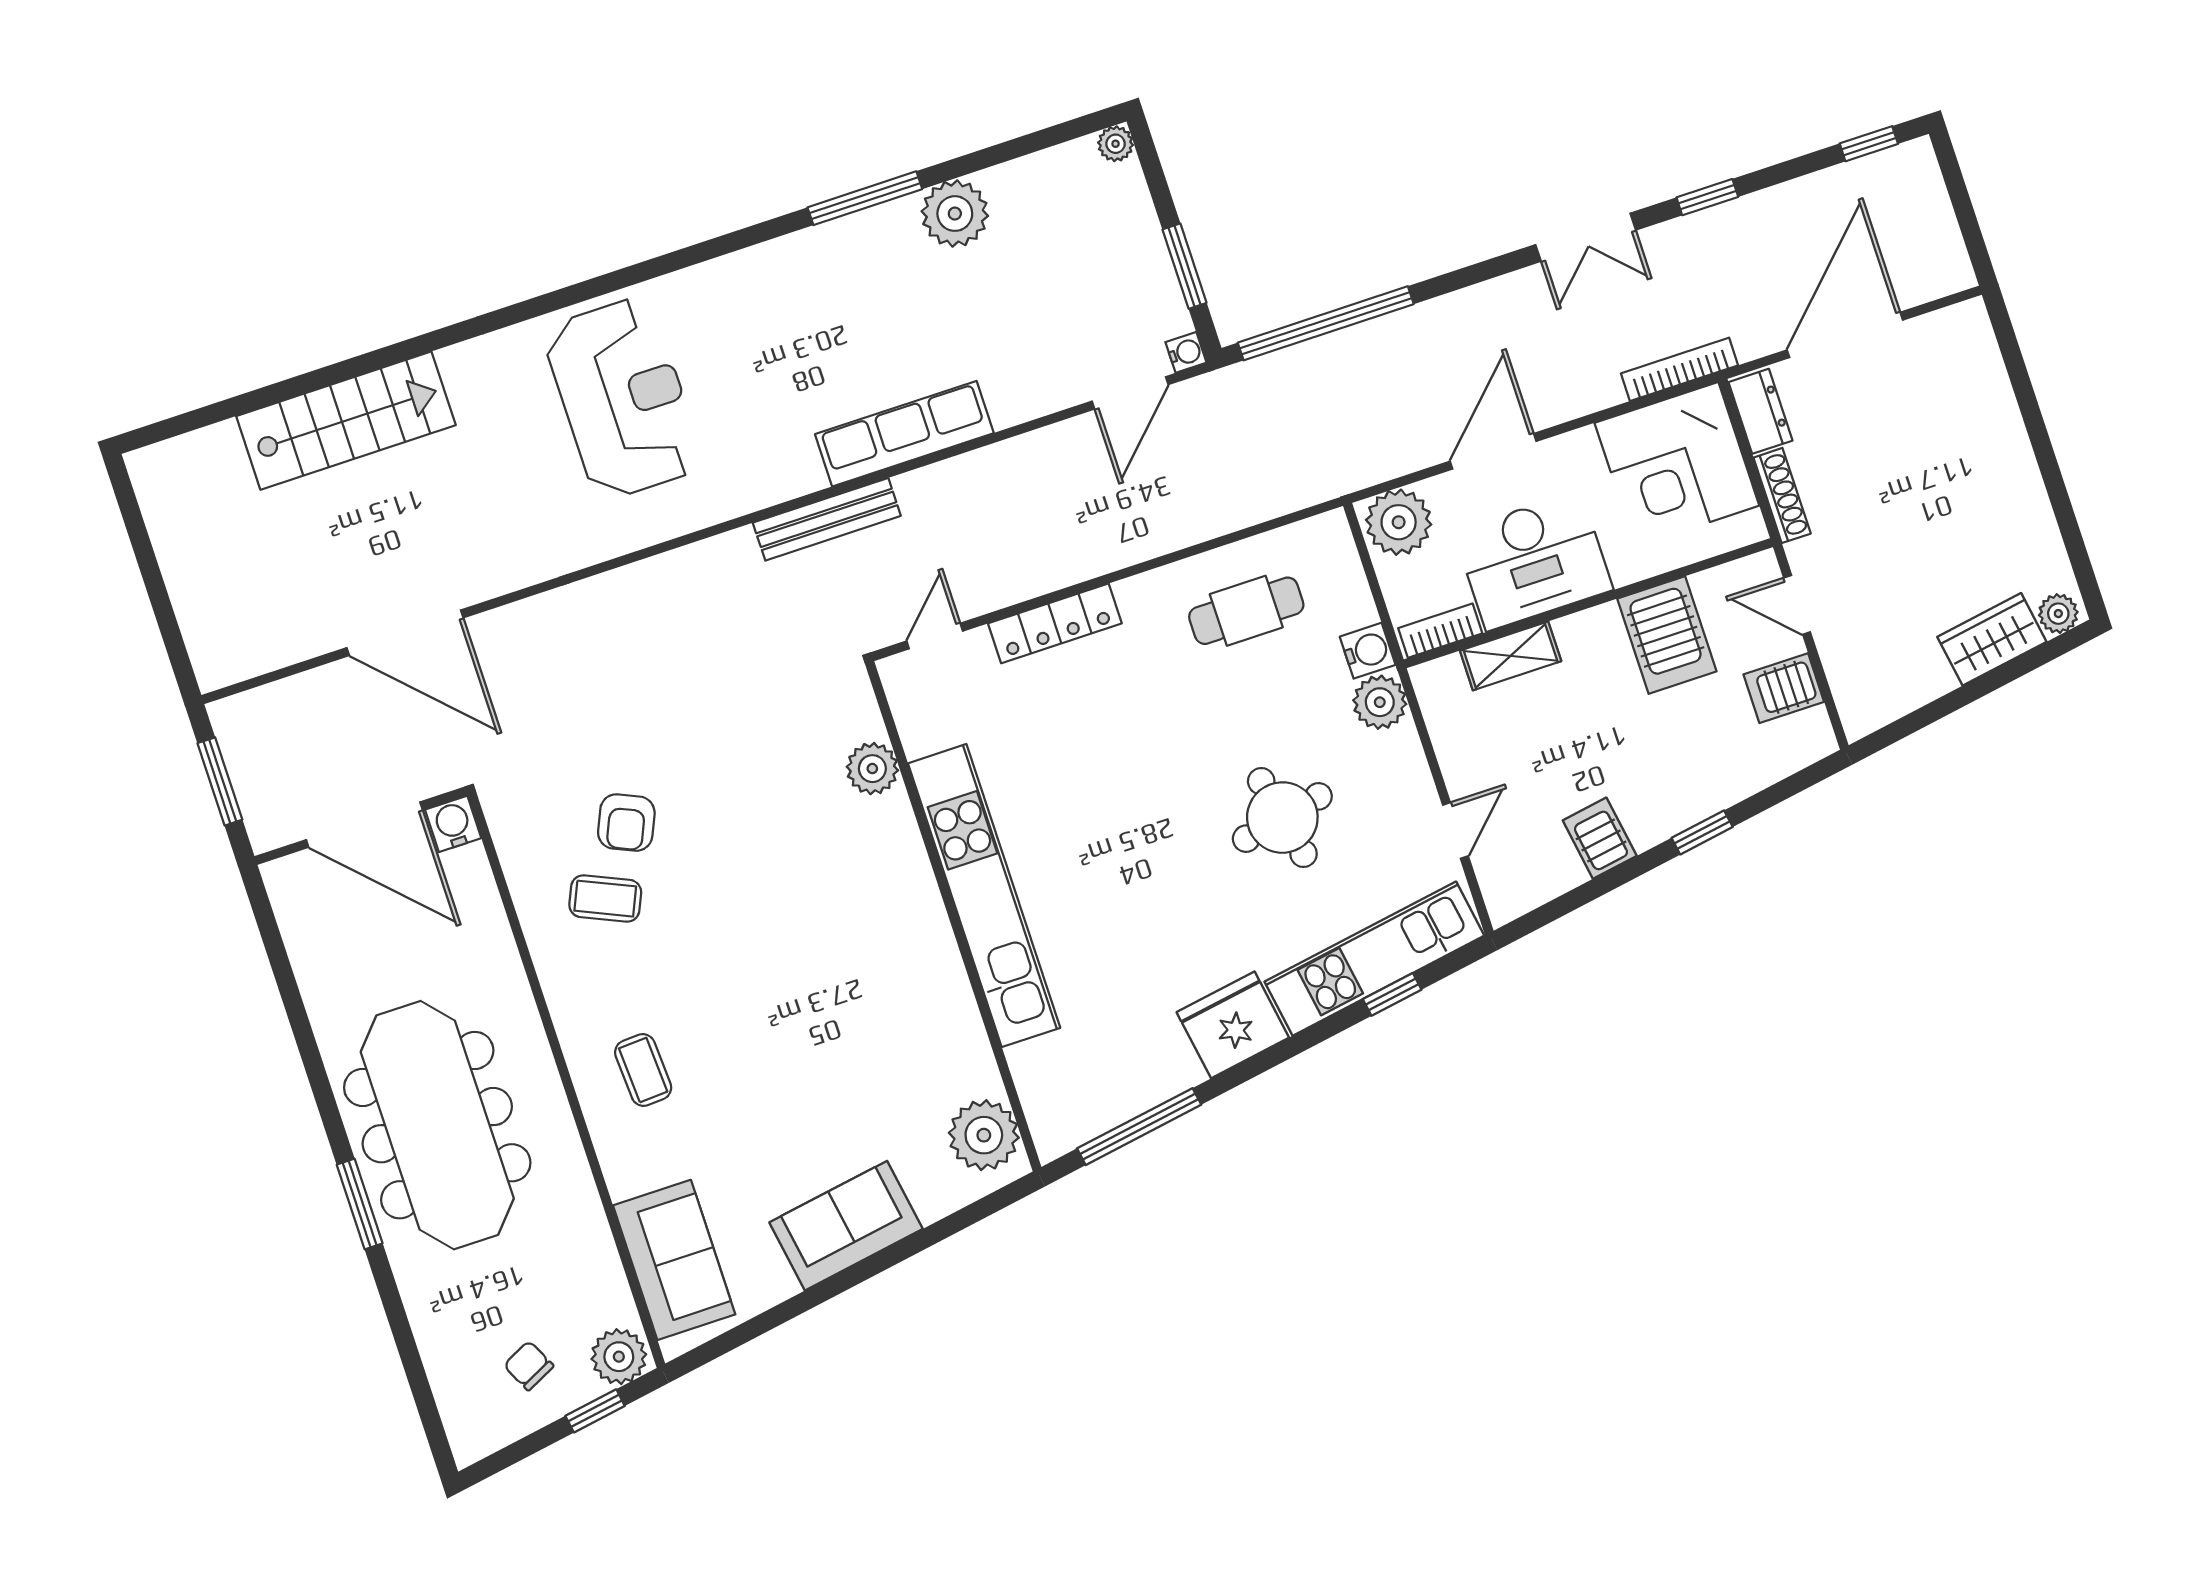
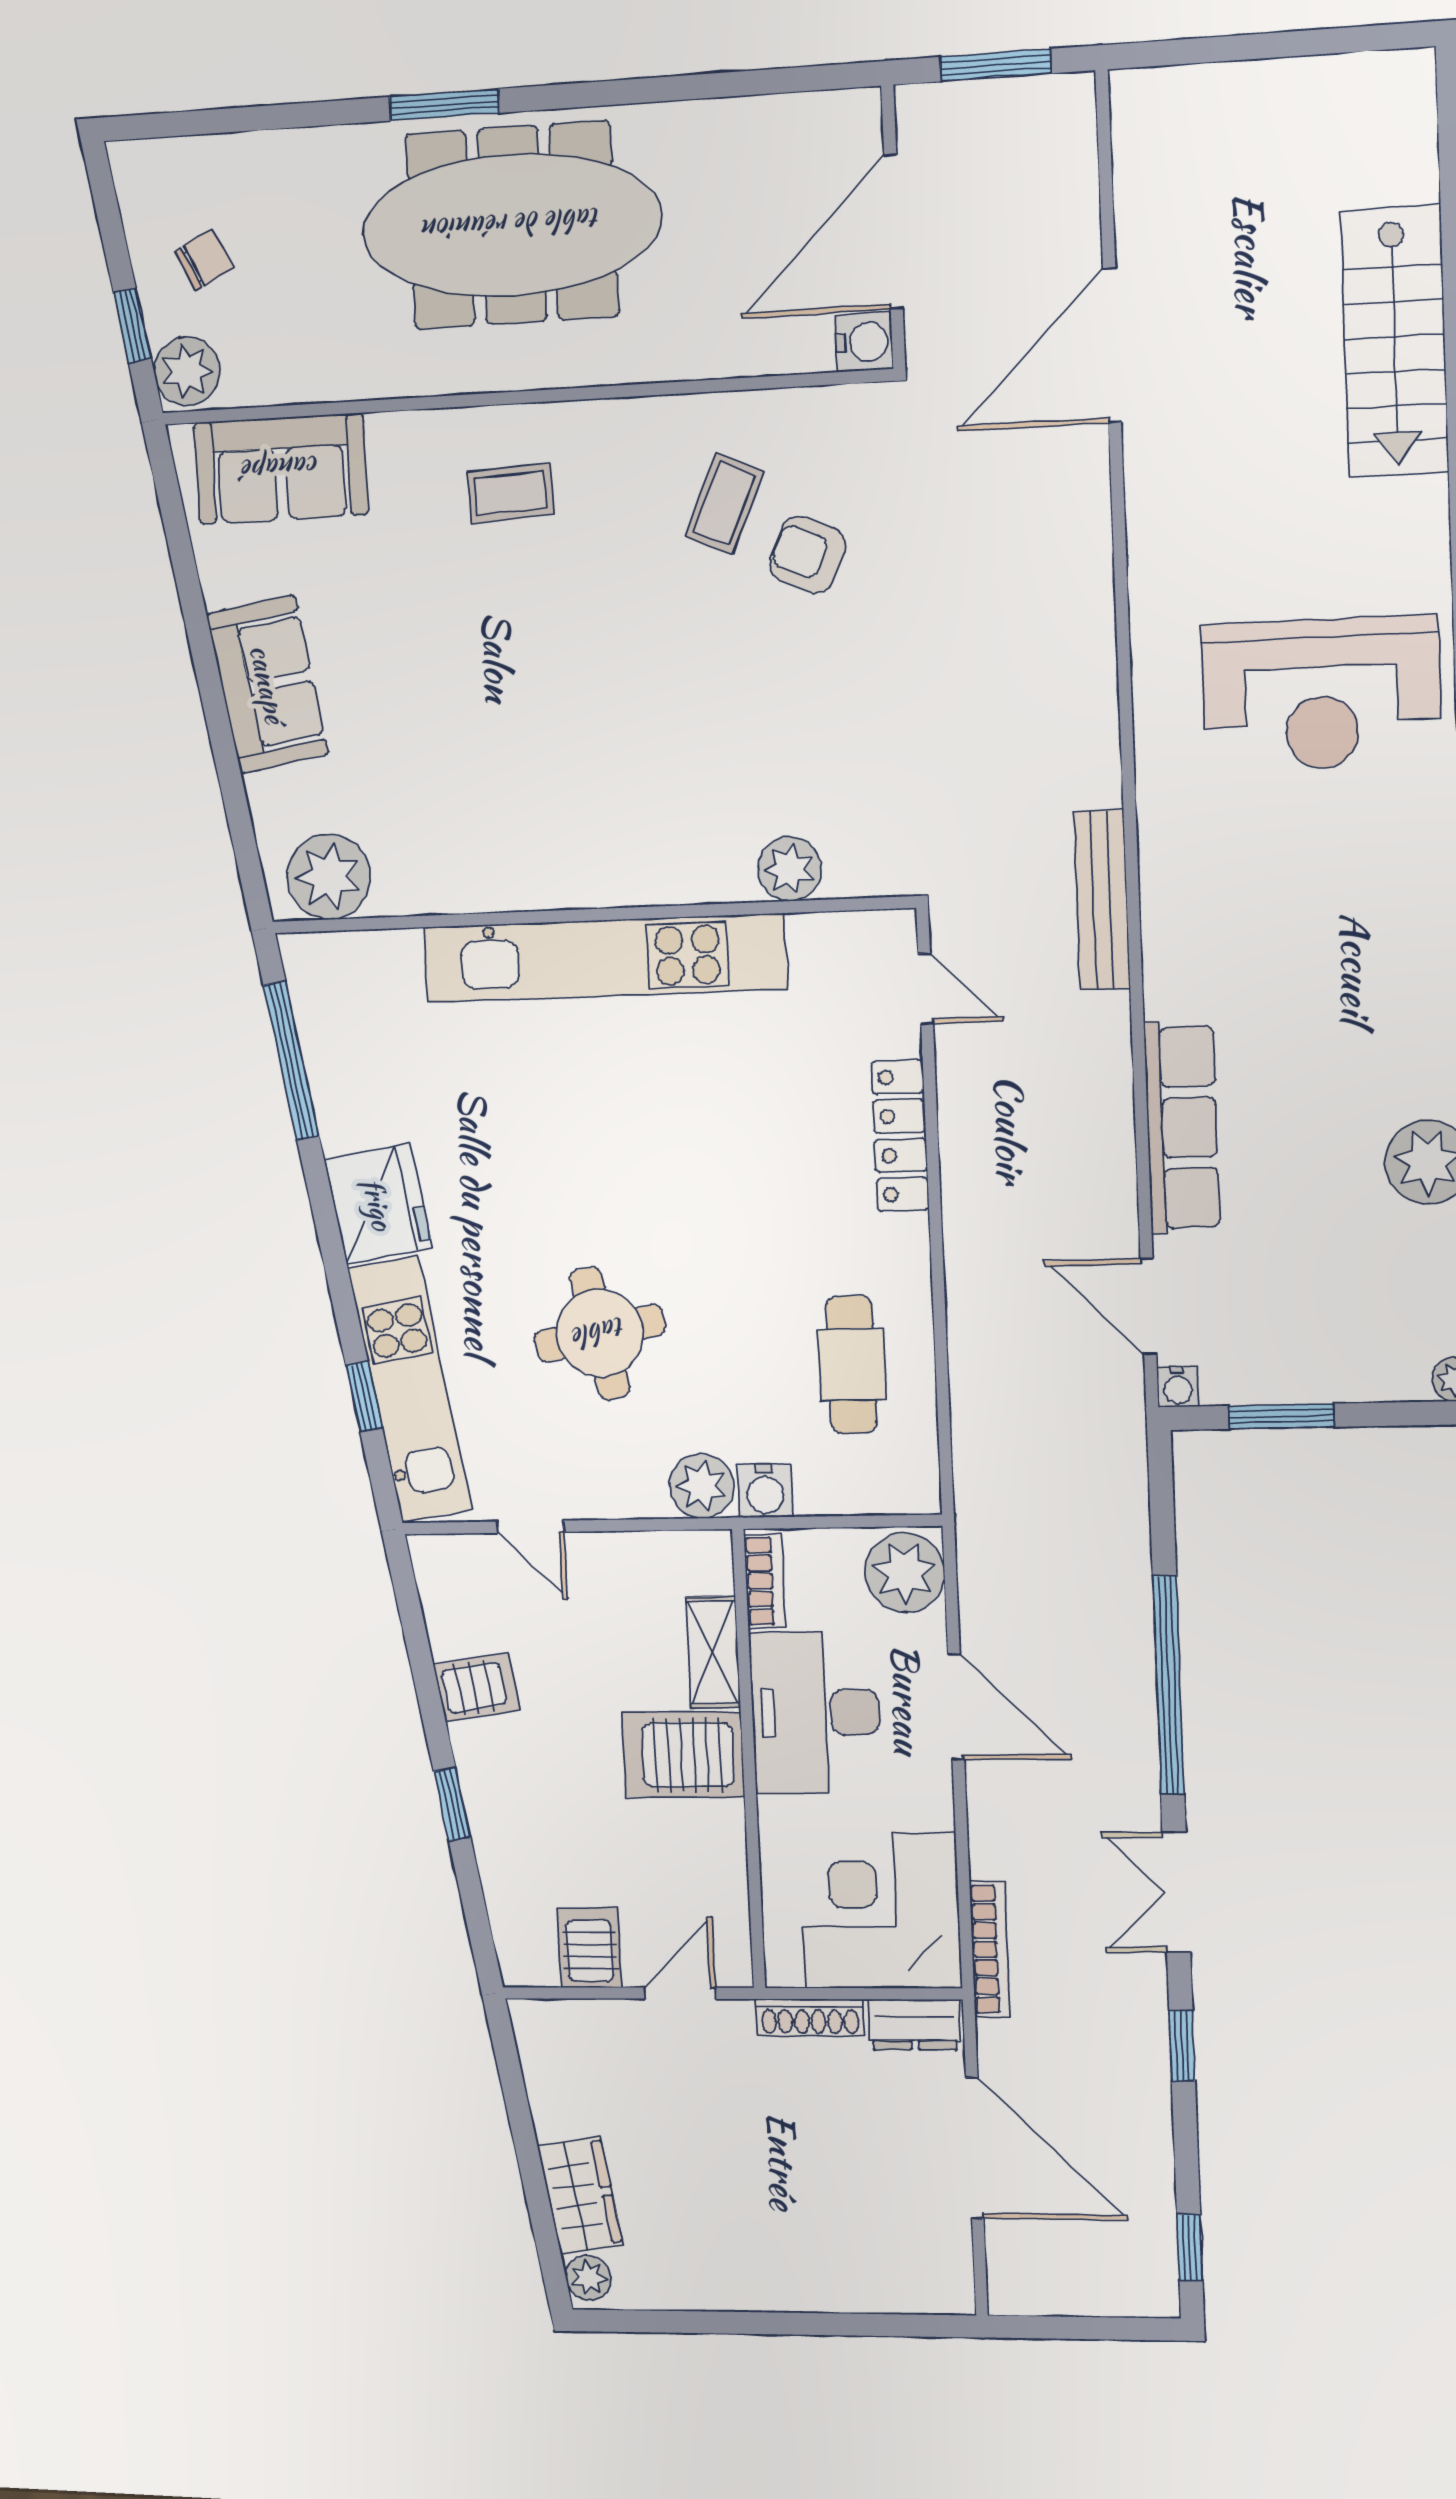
window: (1326, 323) -> (1169, 1685), moved
row of seats: (904, 434) -> (1182, 1128), moved
server rack: (1667, 635) -> (683, 1755), moved

